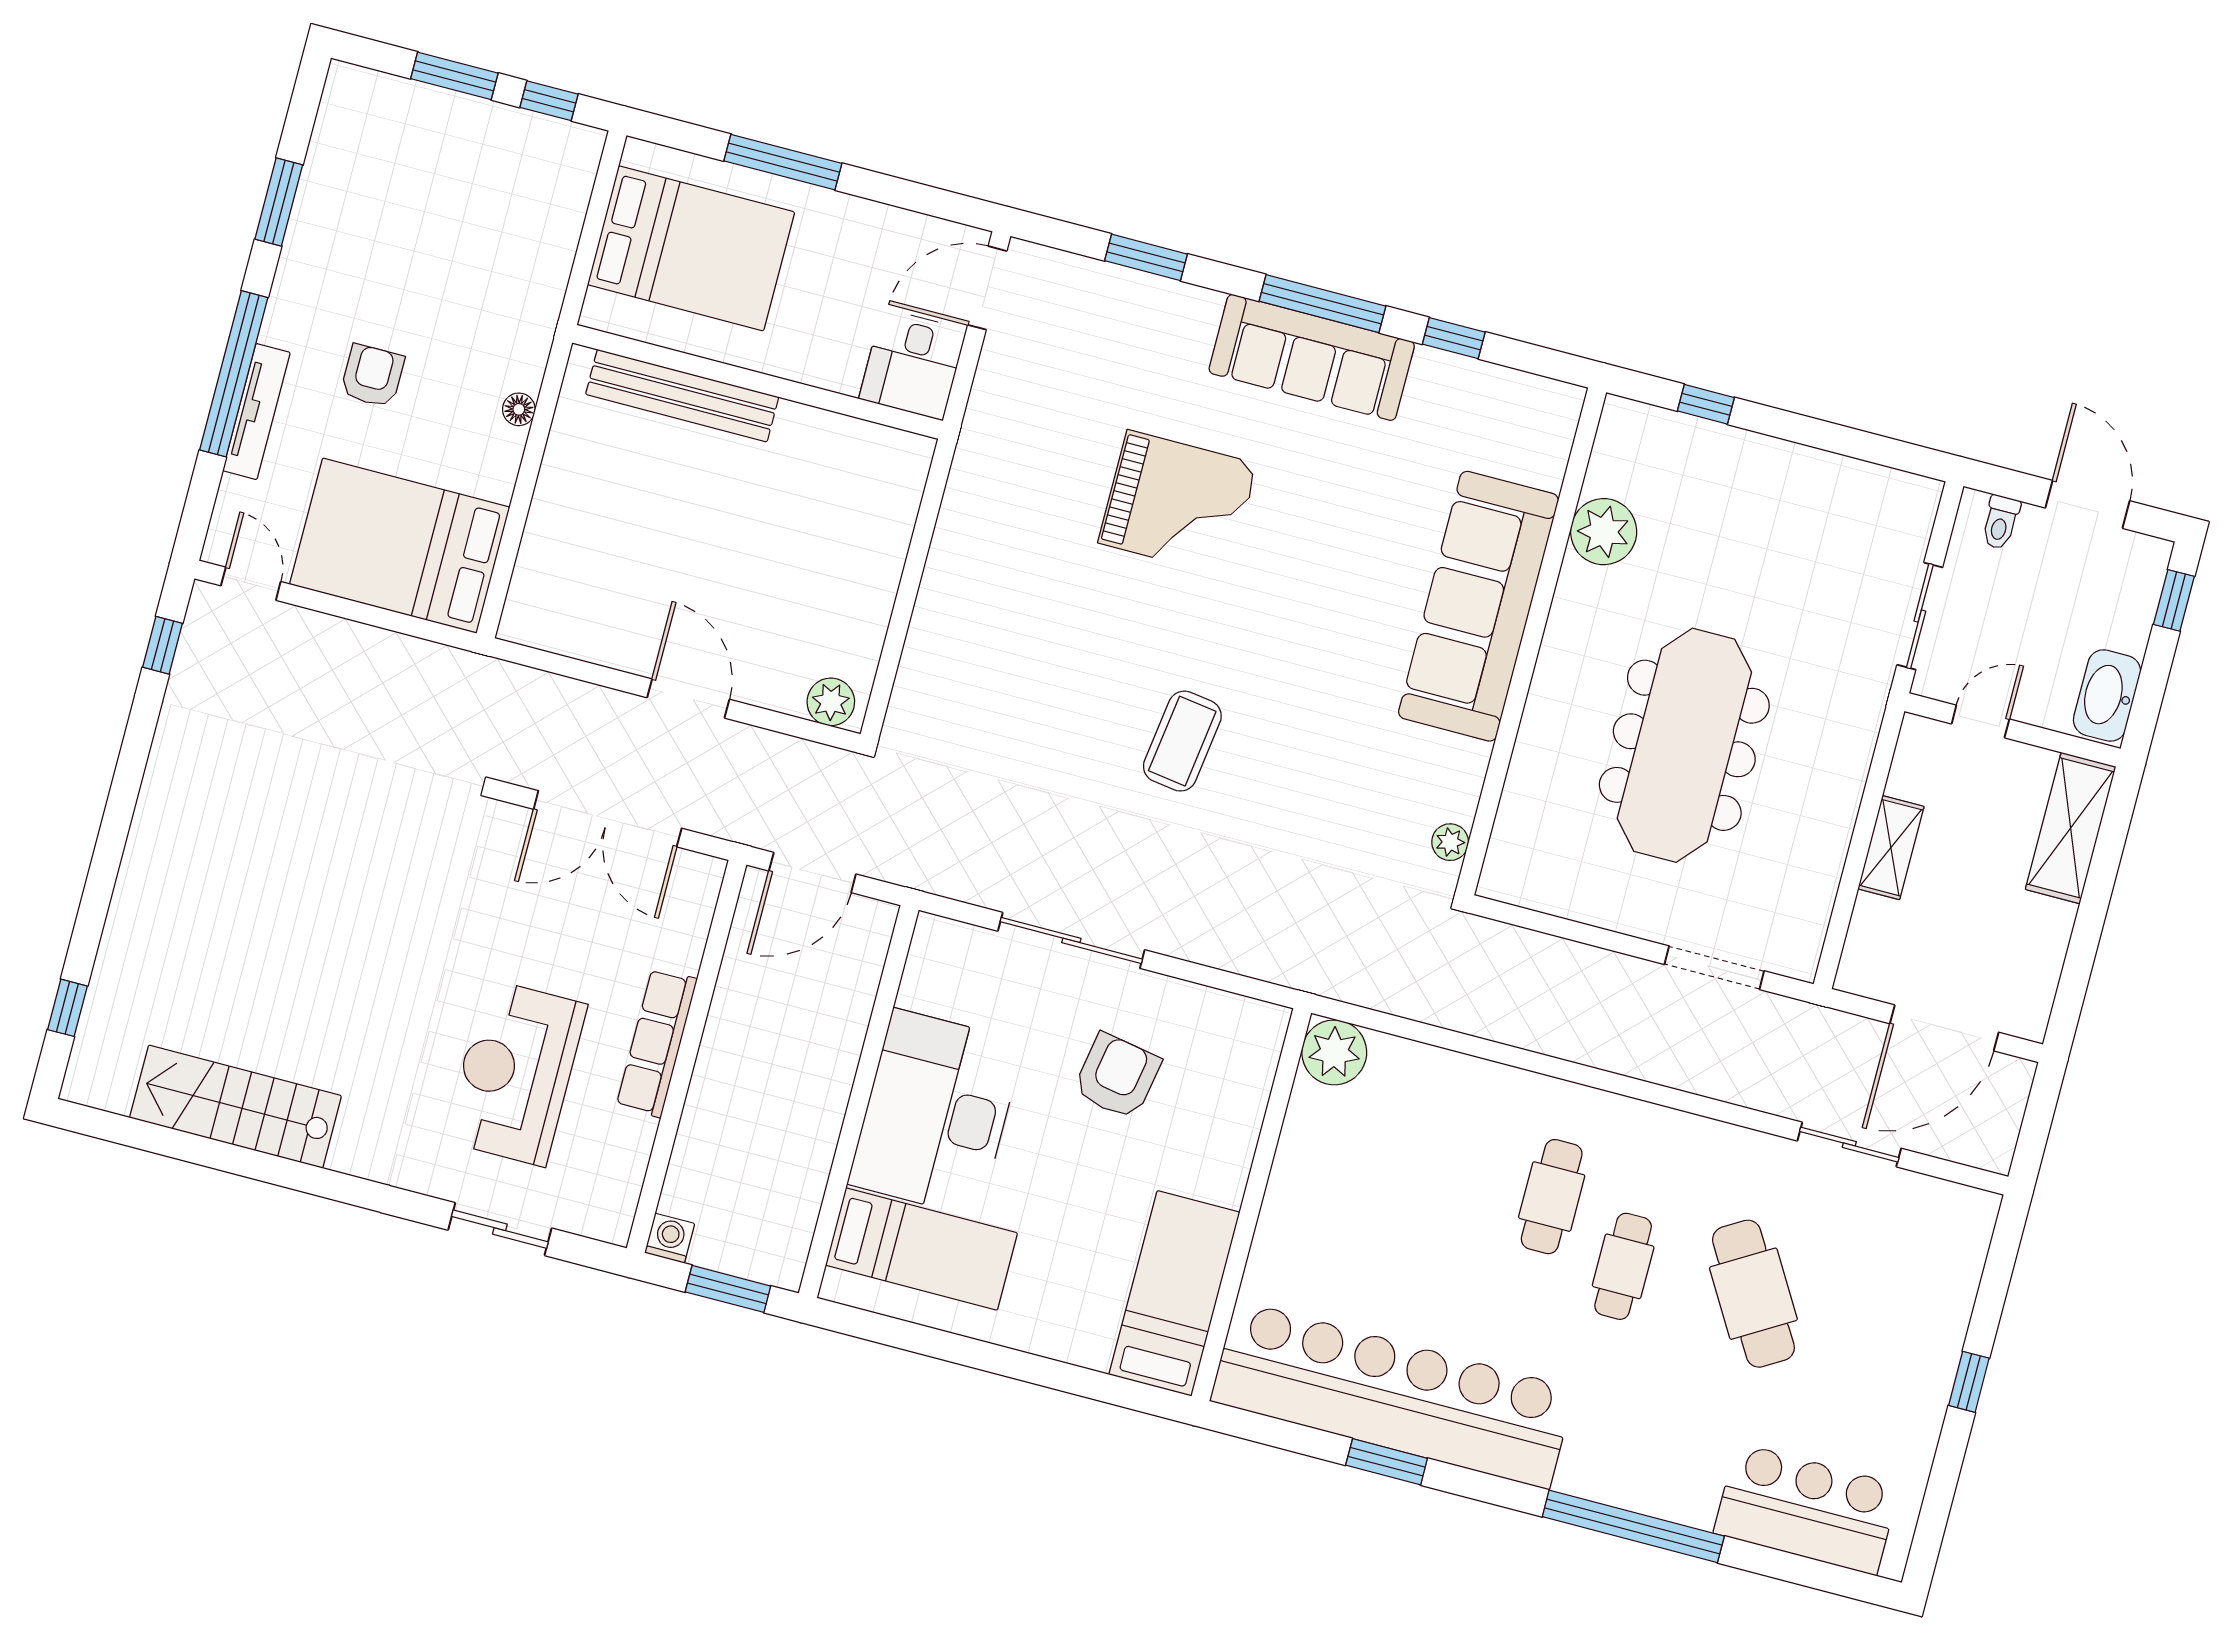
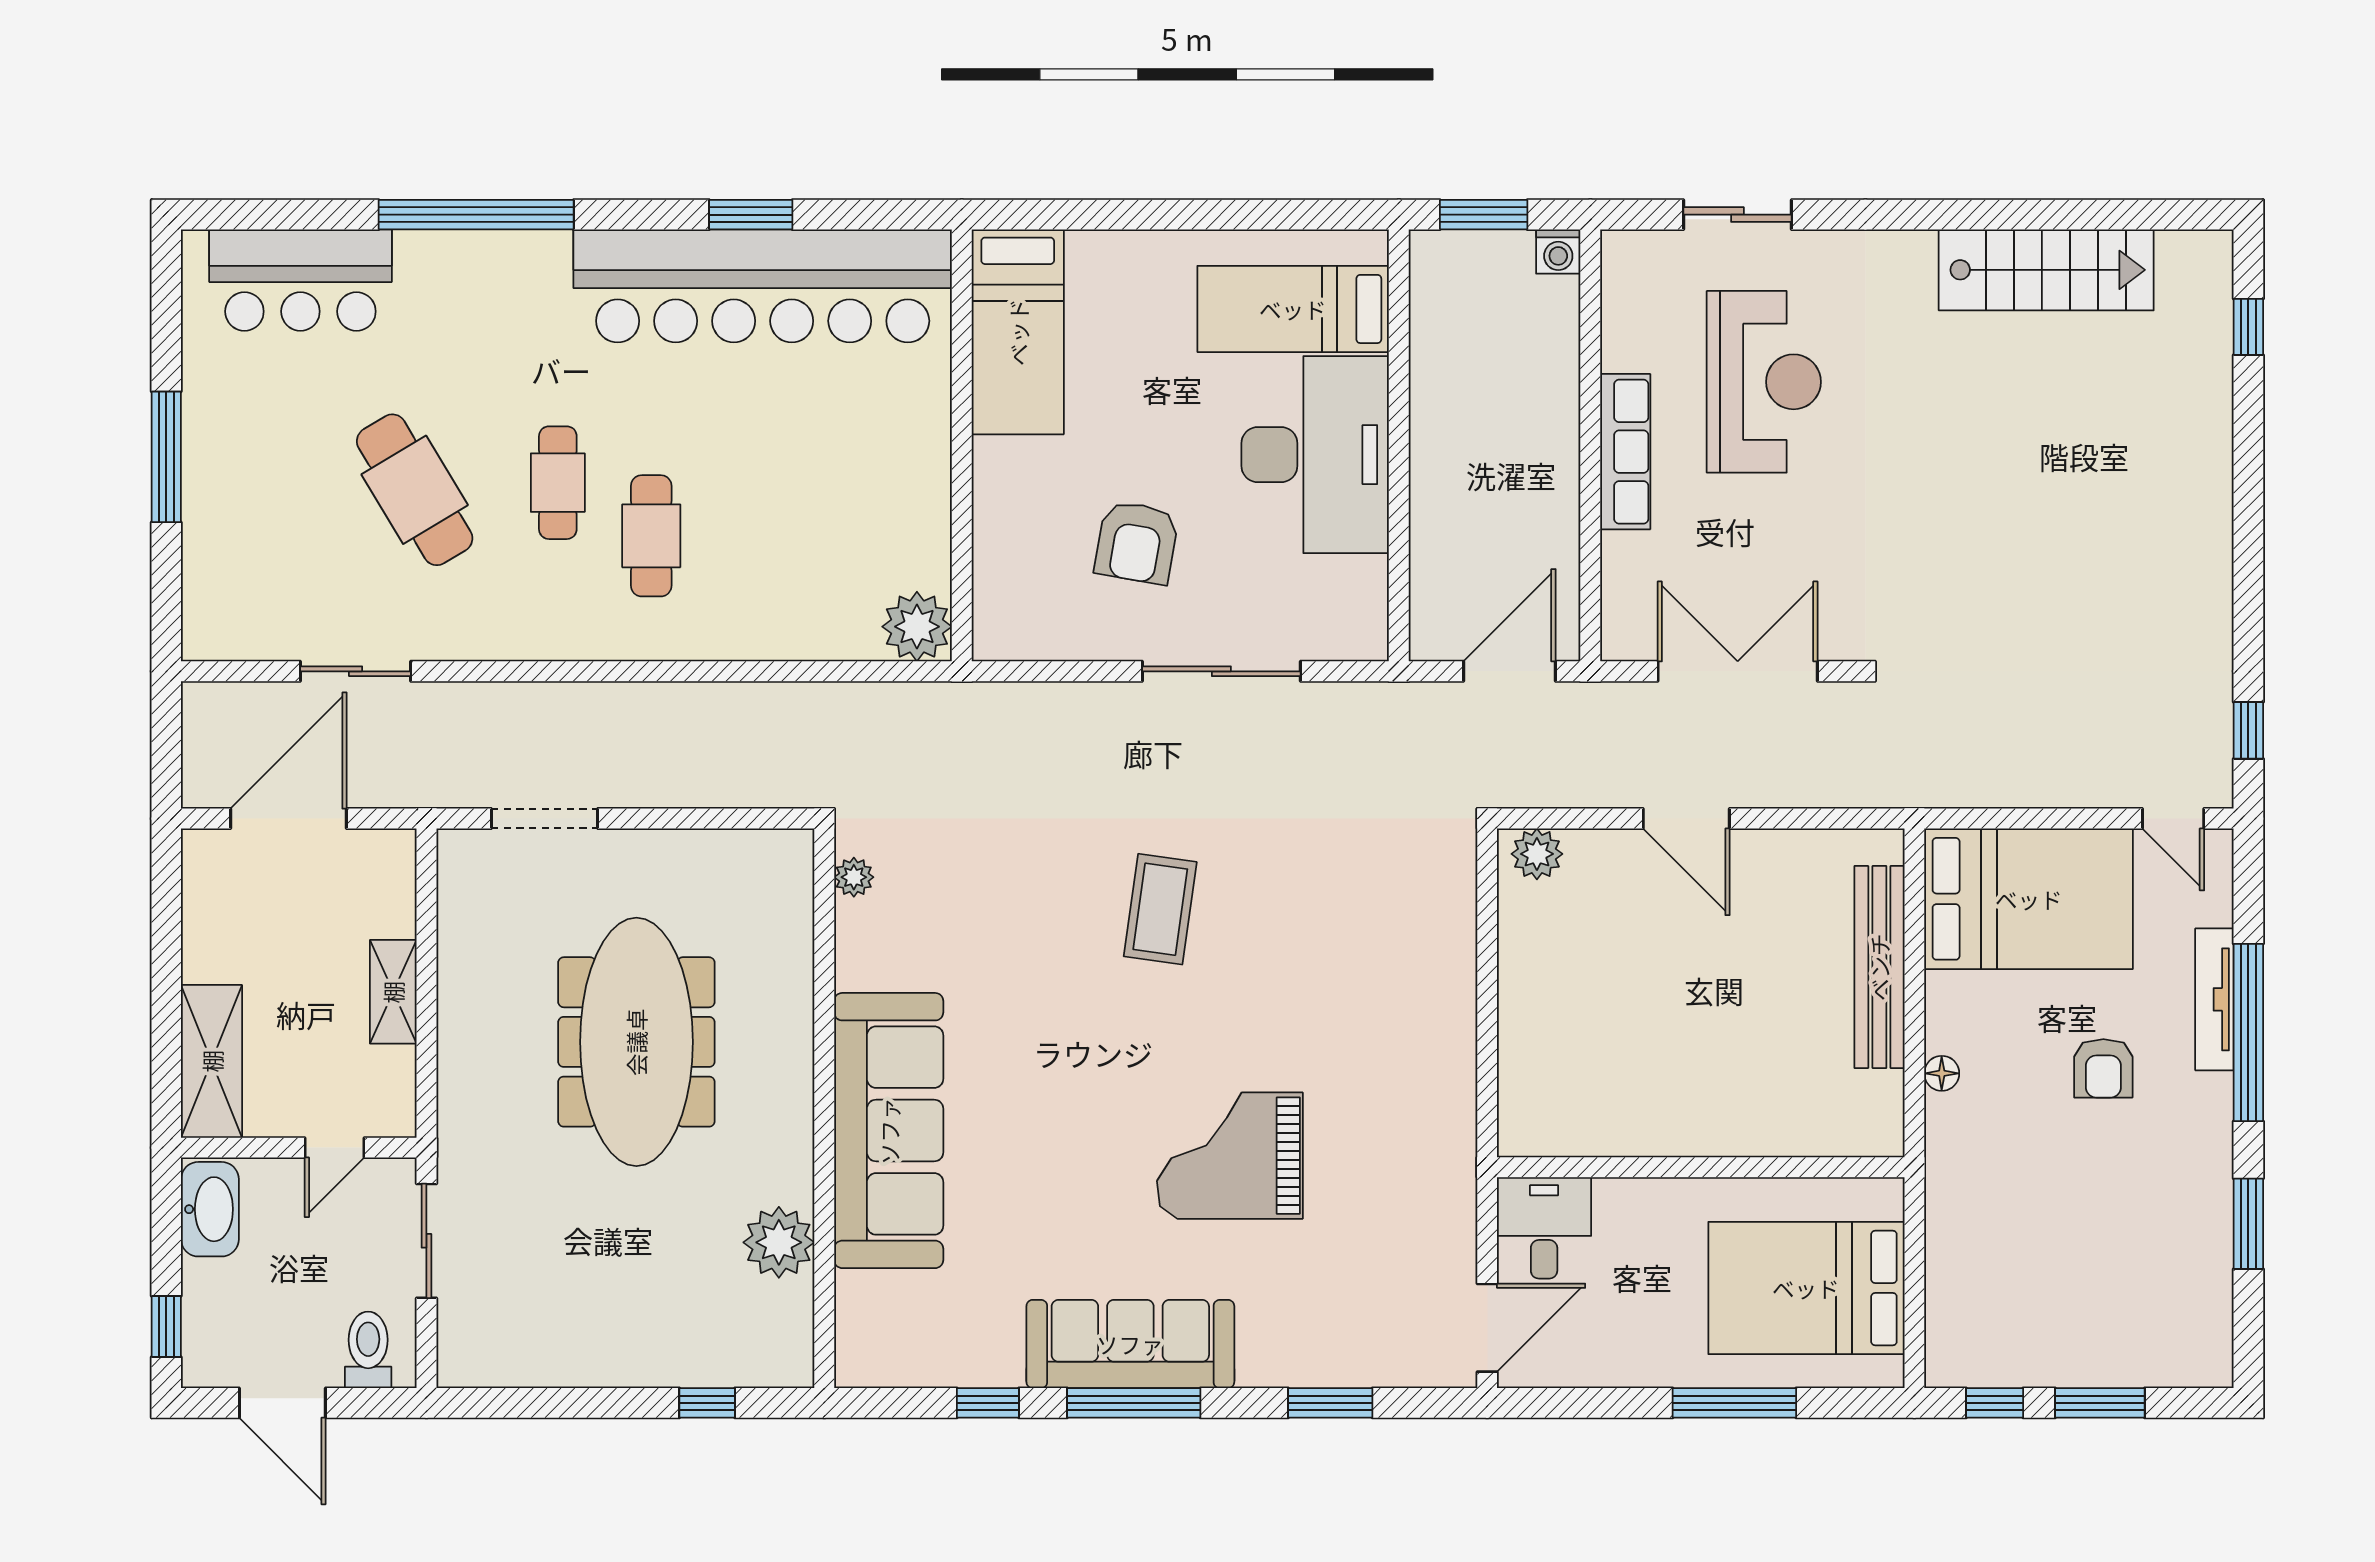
bench: (682, 396) -> (1879, 967), moved, turned 90
toilet: (2000, 522) -> (368, 1350), width x1.37, depth x1.39
window: (1969, 1382) -> (166, 457), width x2.17

